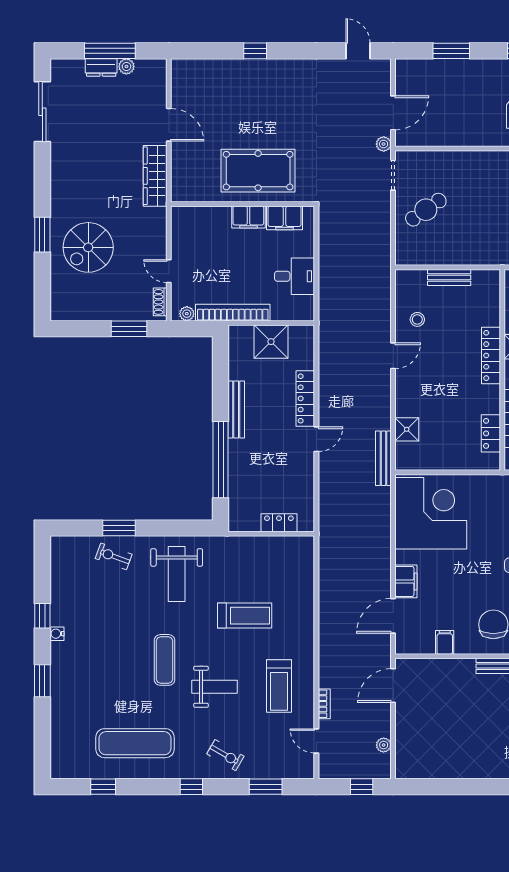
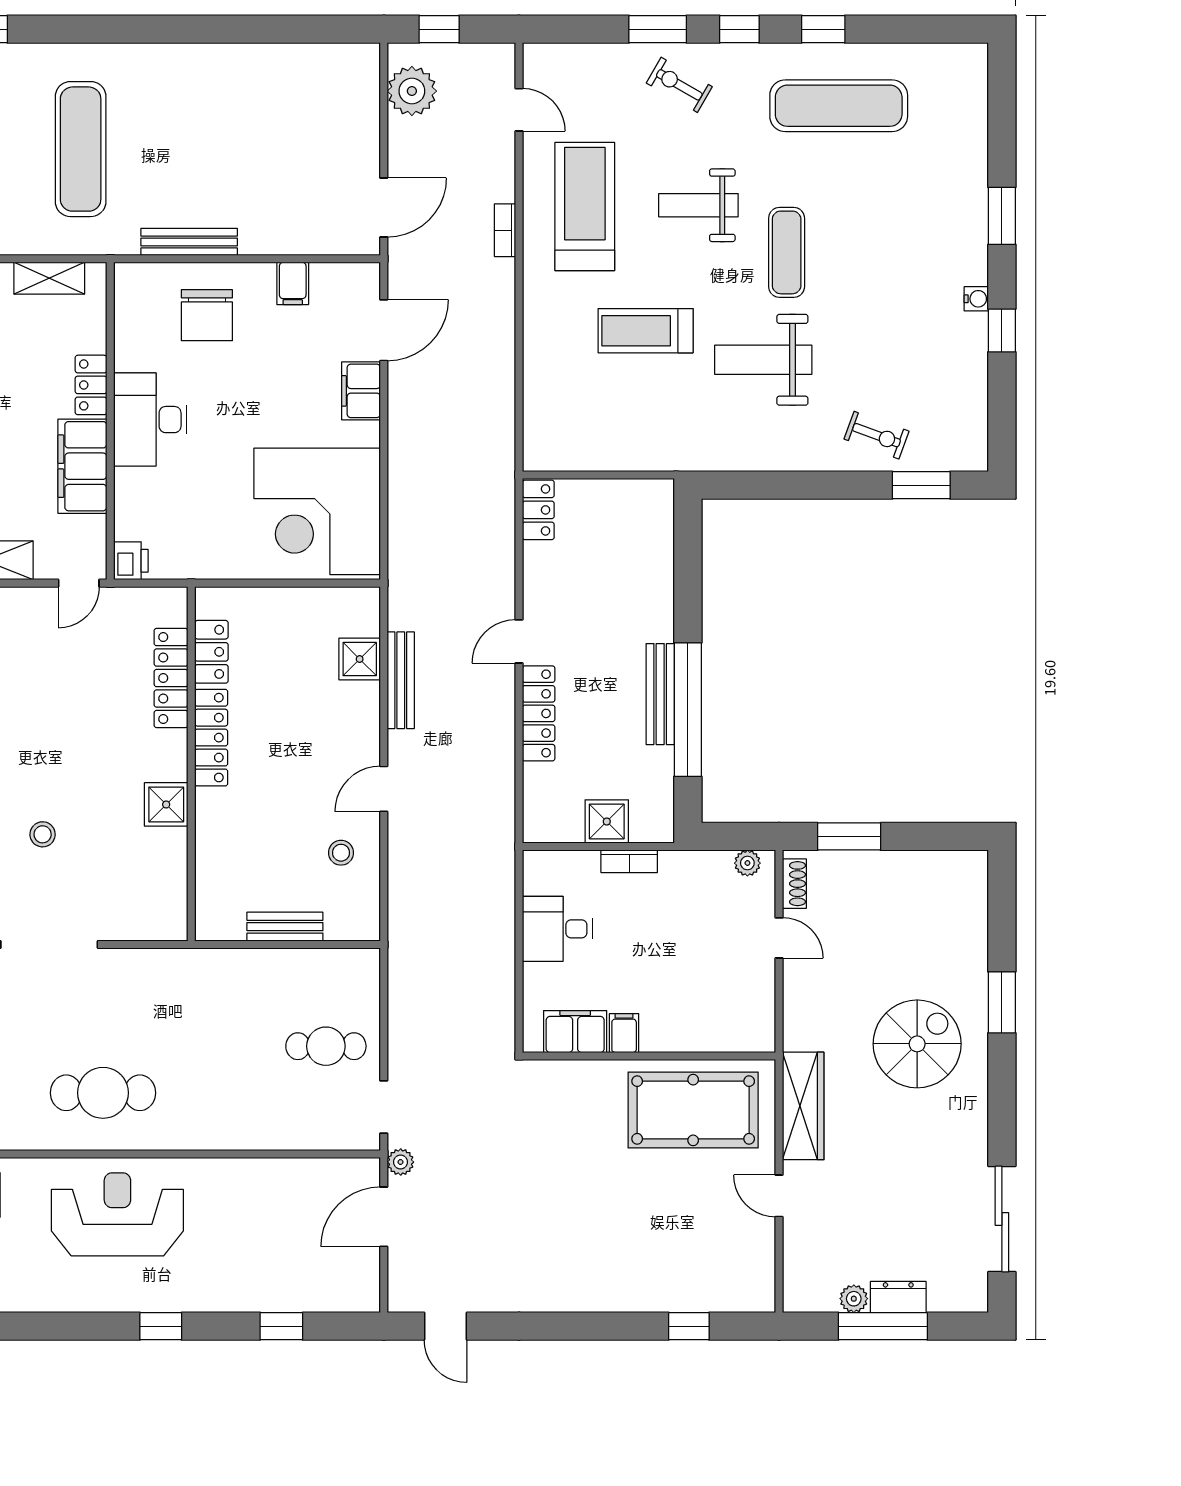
window: (255, 51) -> (689, 1326), moved
window: (451, 51) -> (281, 1326), width x0.67
door: (169, 125) -> (779, 1196), width x0.73
pool table: (258, 171) -> (693, 1110), moved
cafe table: (426, 210) -> (326, 1046), turned 35
filing cabinet: (248, 217) -> (624, 1033), width x0.50
spiral stairs: (88, 247) -> (917, 1044), moved
bookcase: (233, 313) -> (629, 861), width x0.43, depth x0.76
shower: (271, 342) -> (607, 822), width x0.73, depth x0.73
locker: (491, 355) -> (211, 738), moved
bench: (383, 458) -> (401, 680), moved
window: (221, 460) -> (688, 710), moved
locker: (279, 523) -> (538, 510), moved, turned -90
window: (119, 528) -> (921, 485), moved
weight bench: (177, 574) -> (763, 360), moved, turned -90
treadmill: (279, 686) -> (585, 206), width x1.37, depth x1.38
bookcase: (324, 704) -> (505, 230), moved
plant: (384, 745) -> (412, 91), width x1.87, depth x1.87
window: (103, 787) -> (823, 29), moved
window: (266, 787) -> (658, 29), moved

